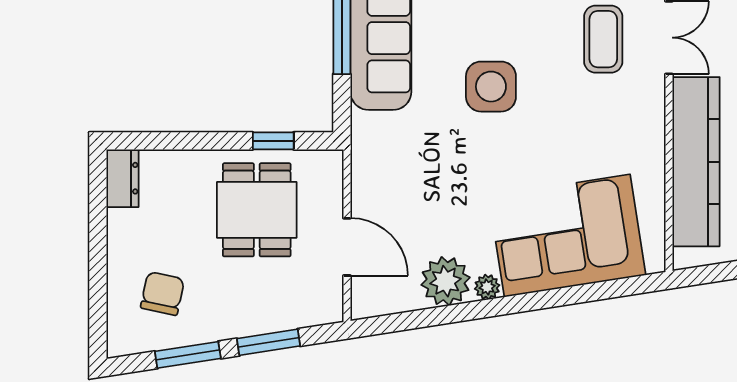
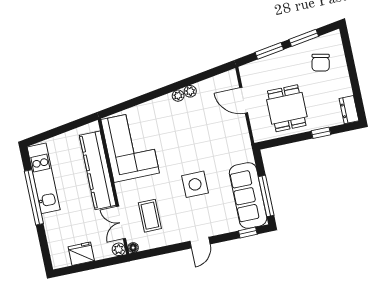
window: (273, 141) -> (321, 133), moved
corner sofa: (567, 236) -> (130, 146), moved, turned -81
plant: (446, 281) -> (190, 91), width x0.53, depth x0.53

